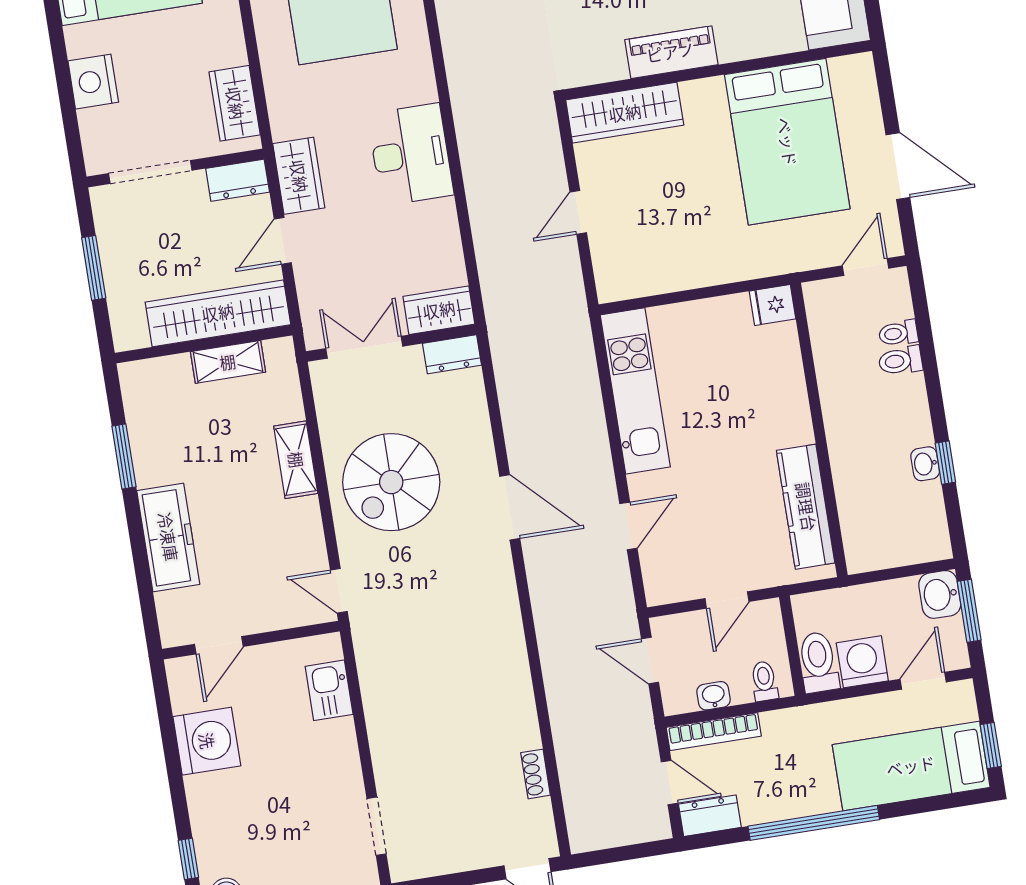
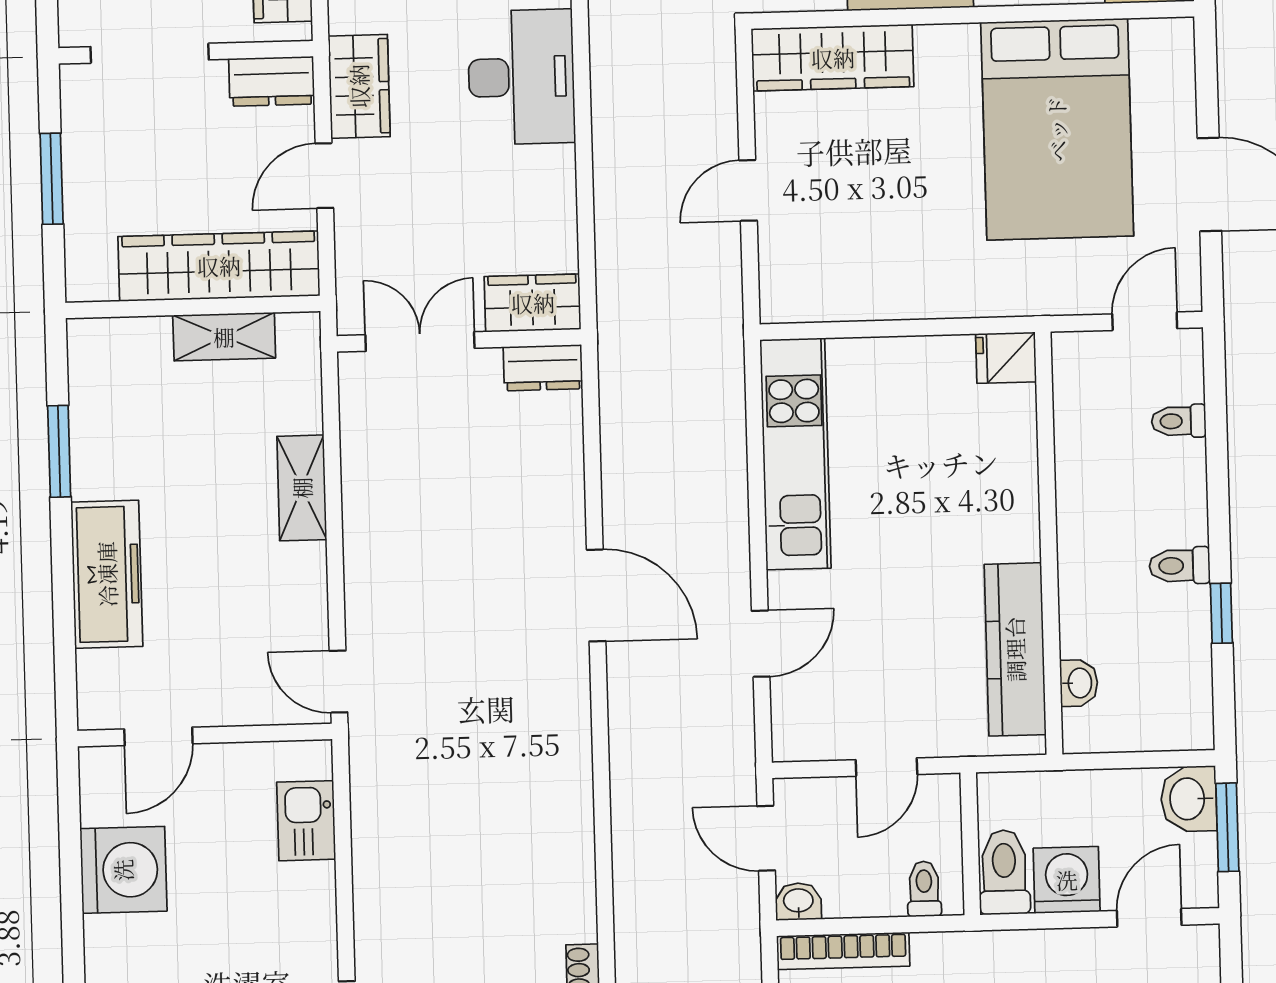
toilet: (900, 361) -> (1180, 566), moved
washbasin: (925, 464) -> (1079, 683), moved, turned 180
spiral stairs: (391, 482) -> (433, 537), removed
washbasin: (714, 696) -> (798, 901), moved

